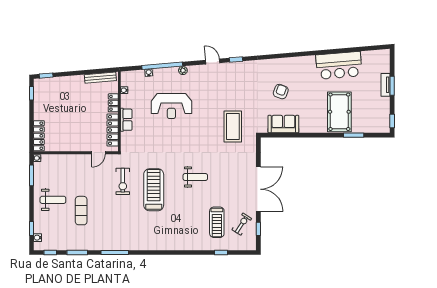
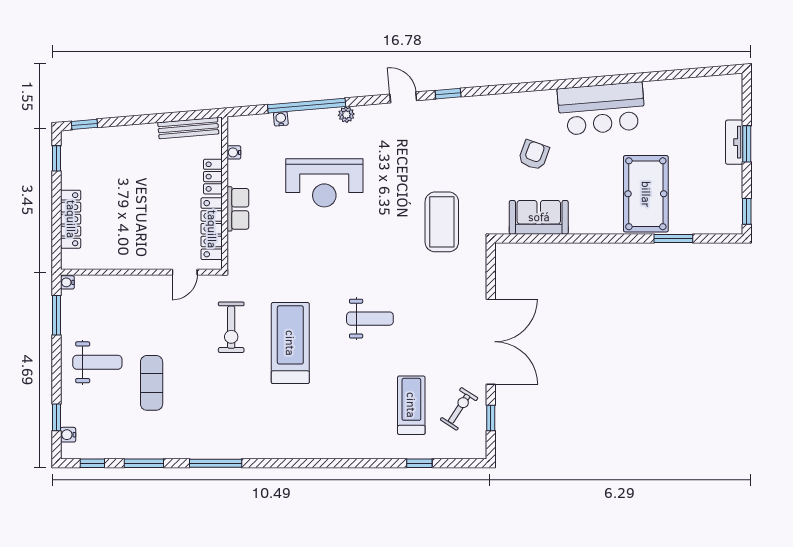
bar counter: (339, 65) -> (601, 109), moved
locker: (39, 136) -> (71, 219), moved
treadmill: (217, 222) -> (411, 405), turned 180

